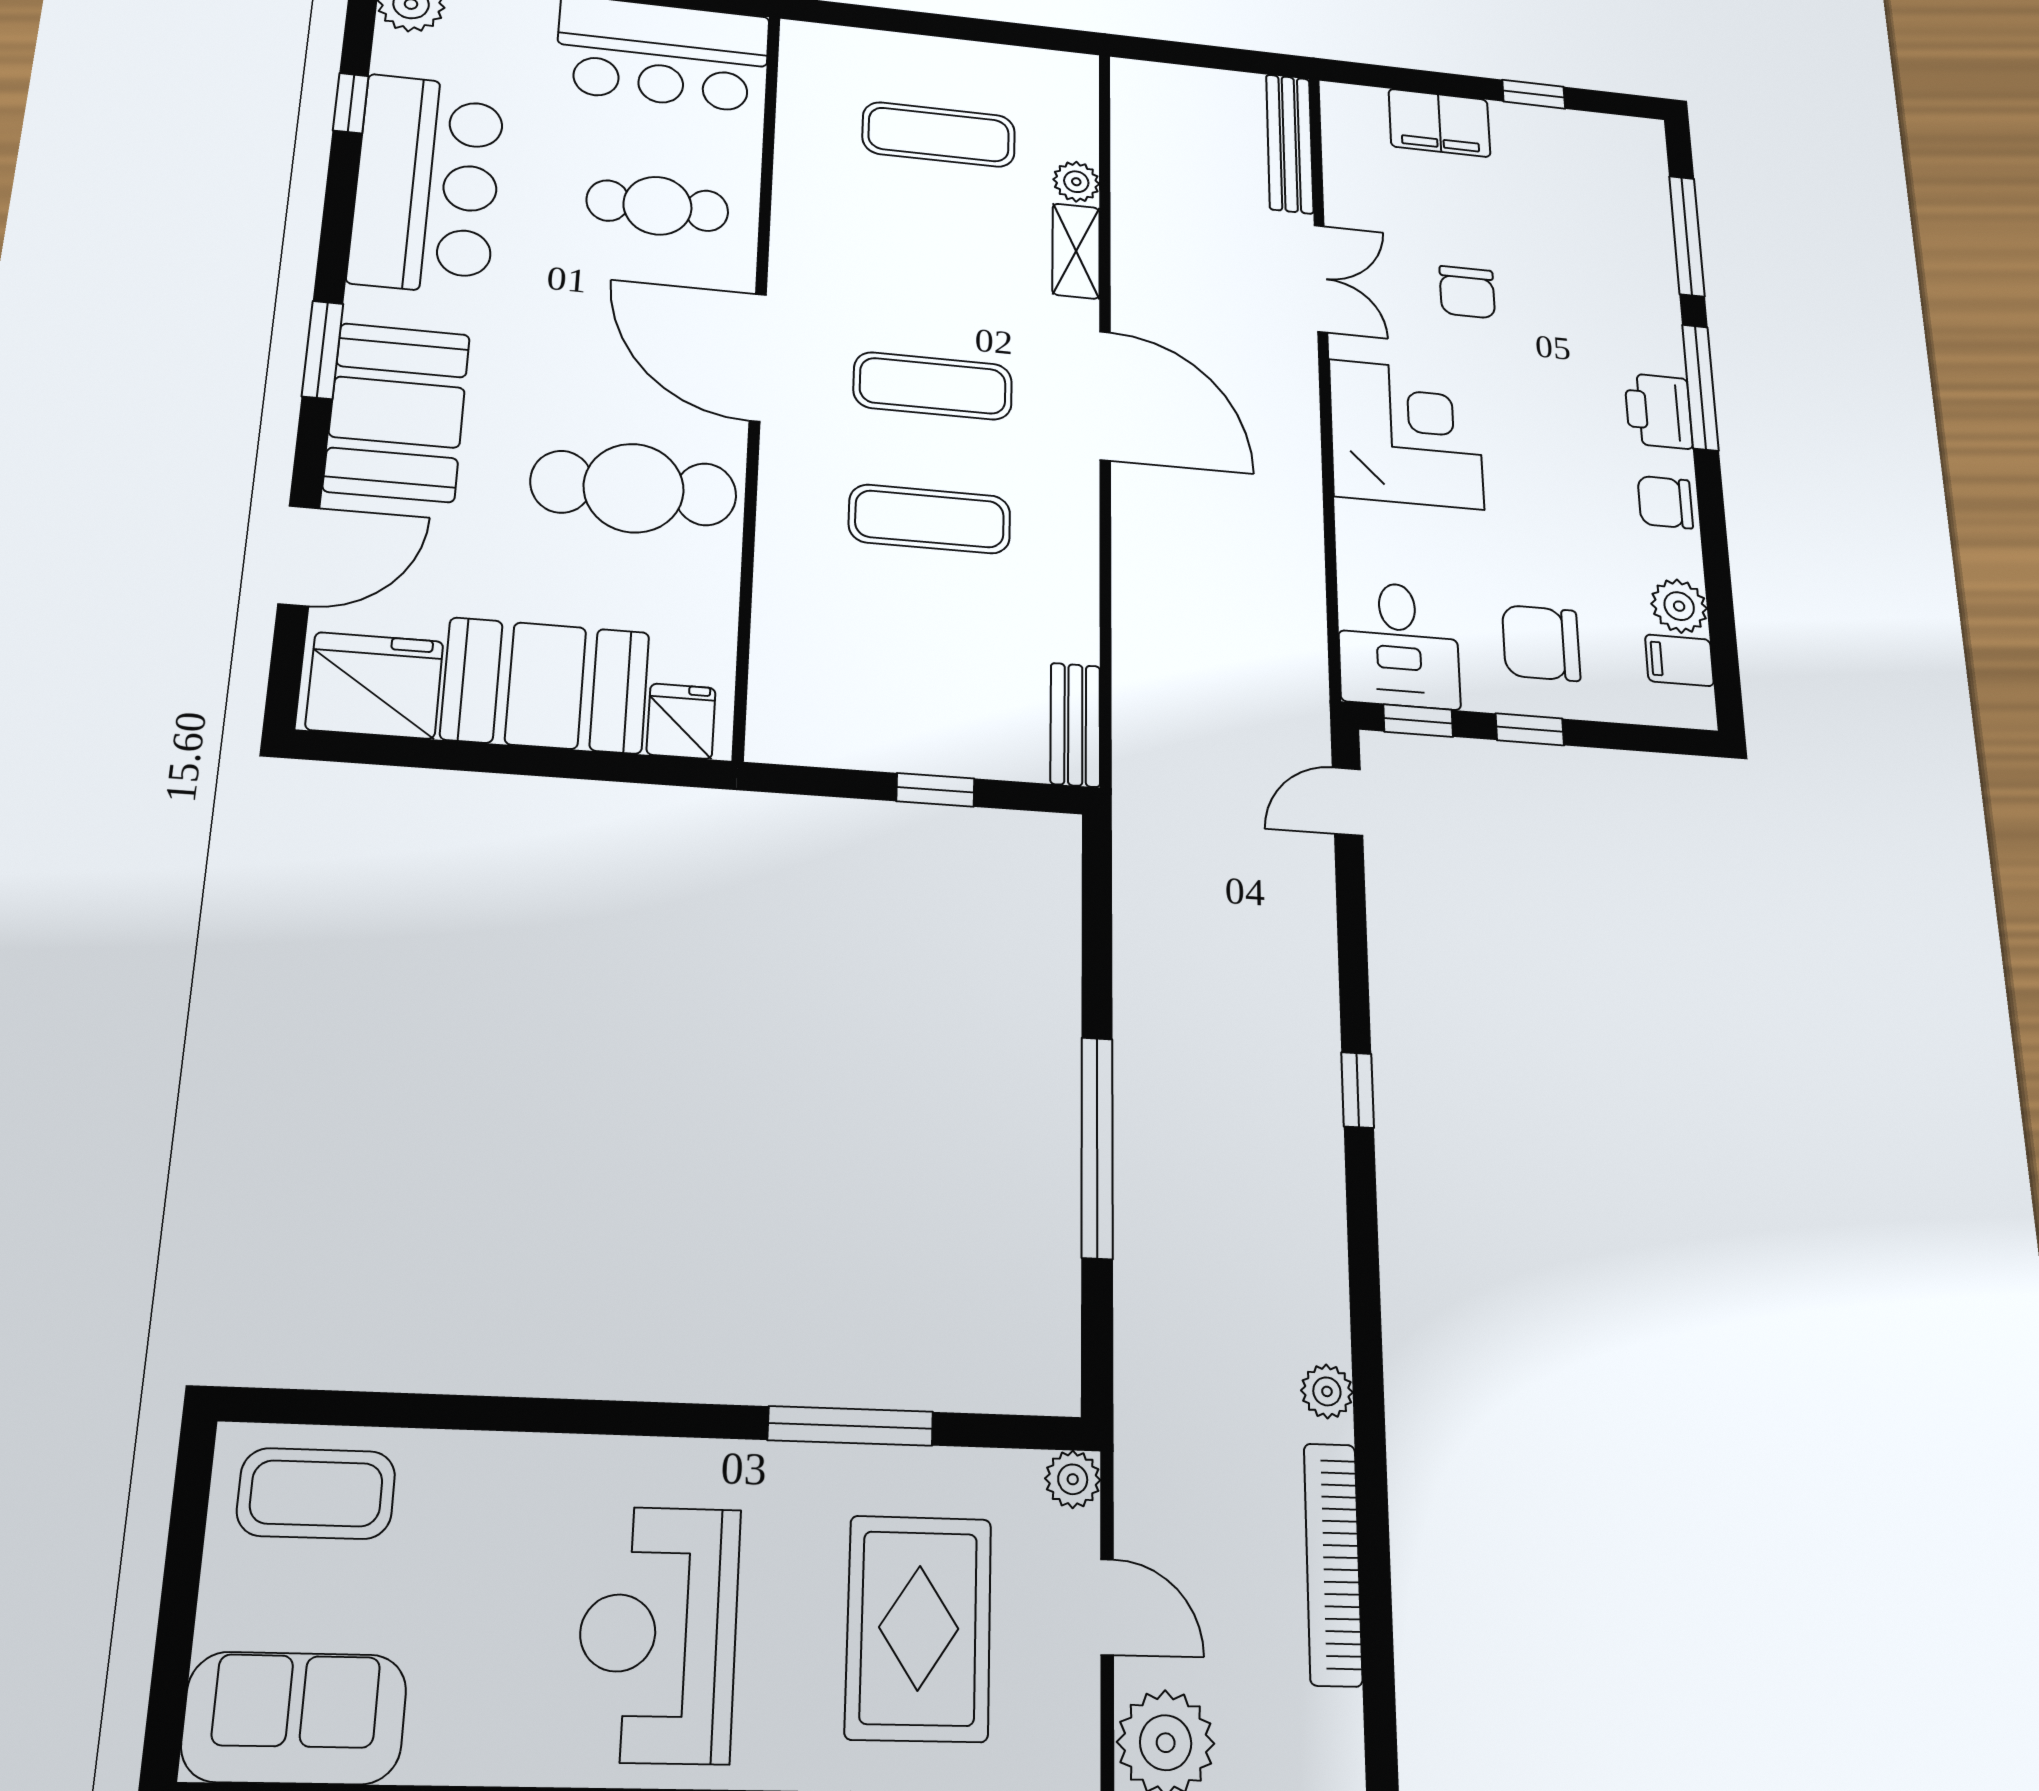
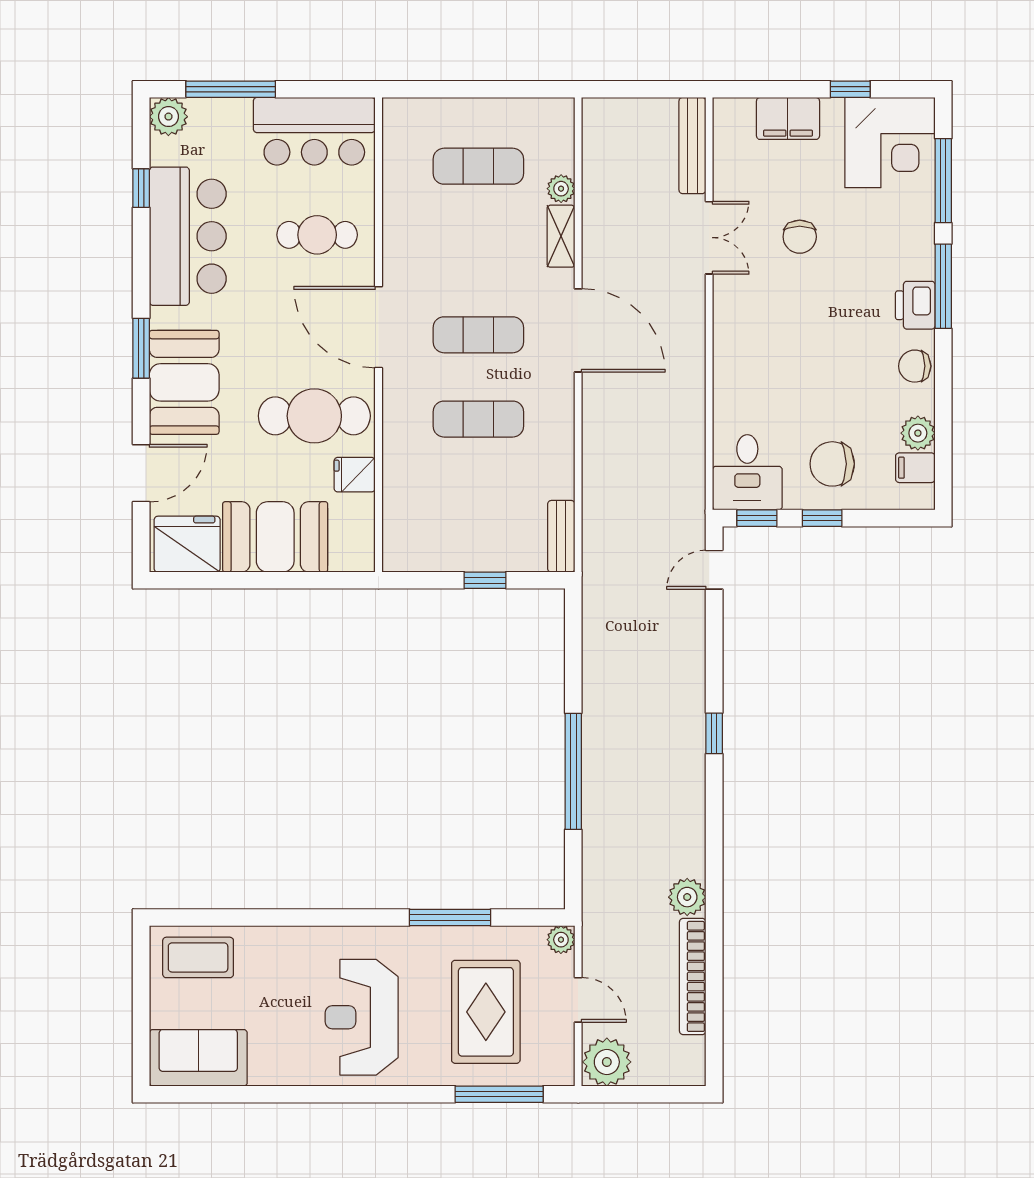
corner desk: (1406, 434) -> (890, 143), moved, turned 90
fridge: (681, 721) -> (355, 475), moved, turned -90
plant: (1327, 1391) -> (687, 897), width x1.38, depth x1.38

